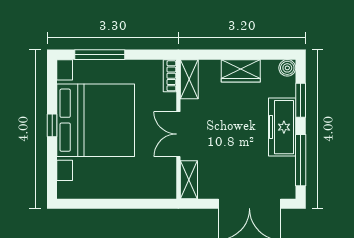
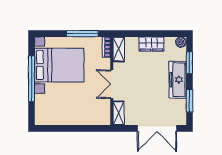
window: (100, 55) -> (82, 34), moved
bed with nightstands: (96, 120) -> (59, 65), width x0.73
window: (52, 125) -> (32, 79), width x3.17
window: (301, 160) -> (189, 101), width x0.69

